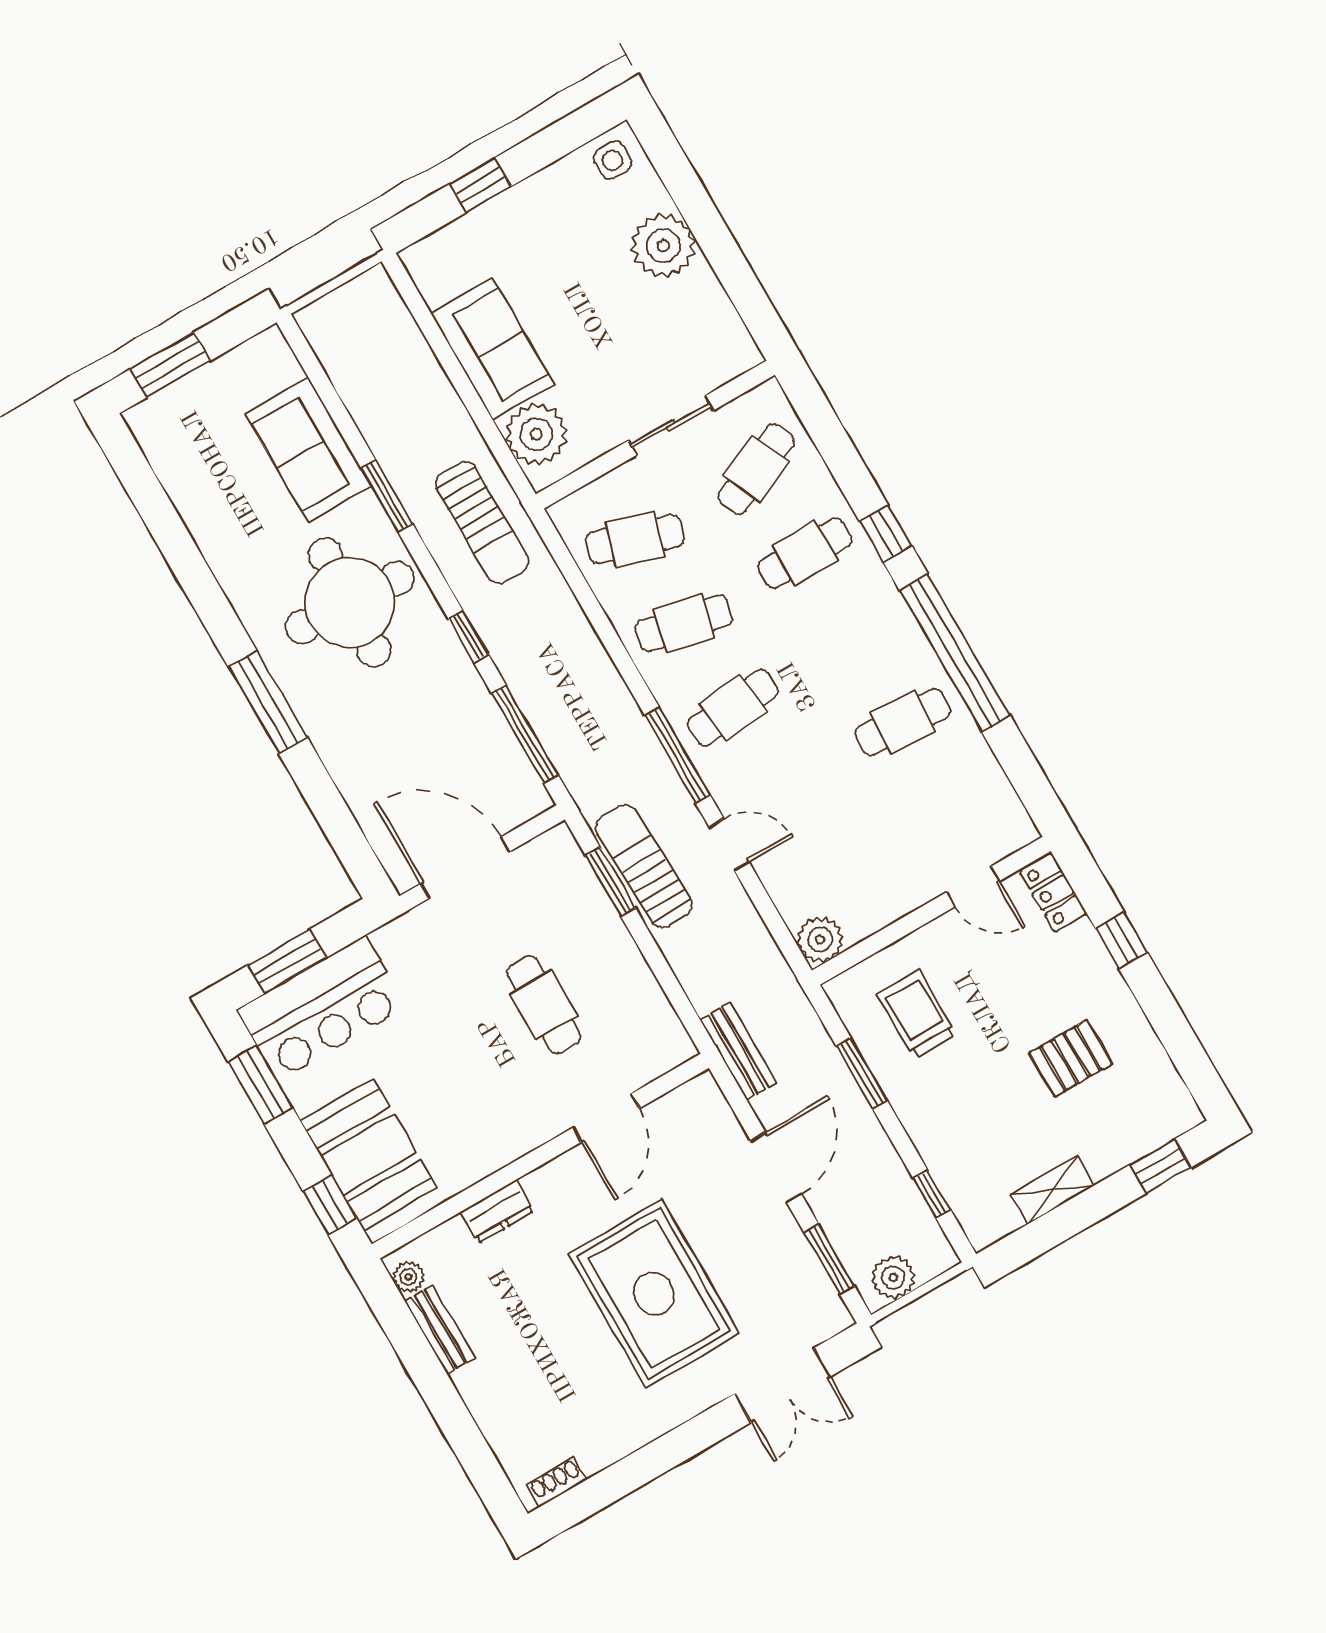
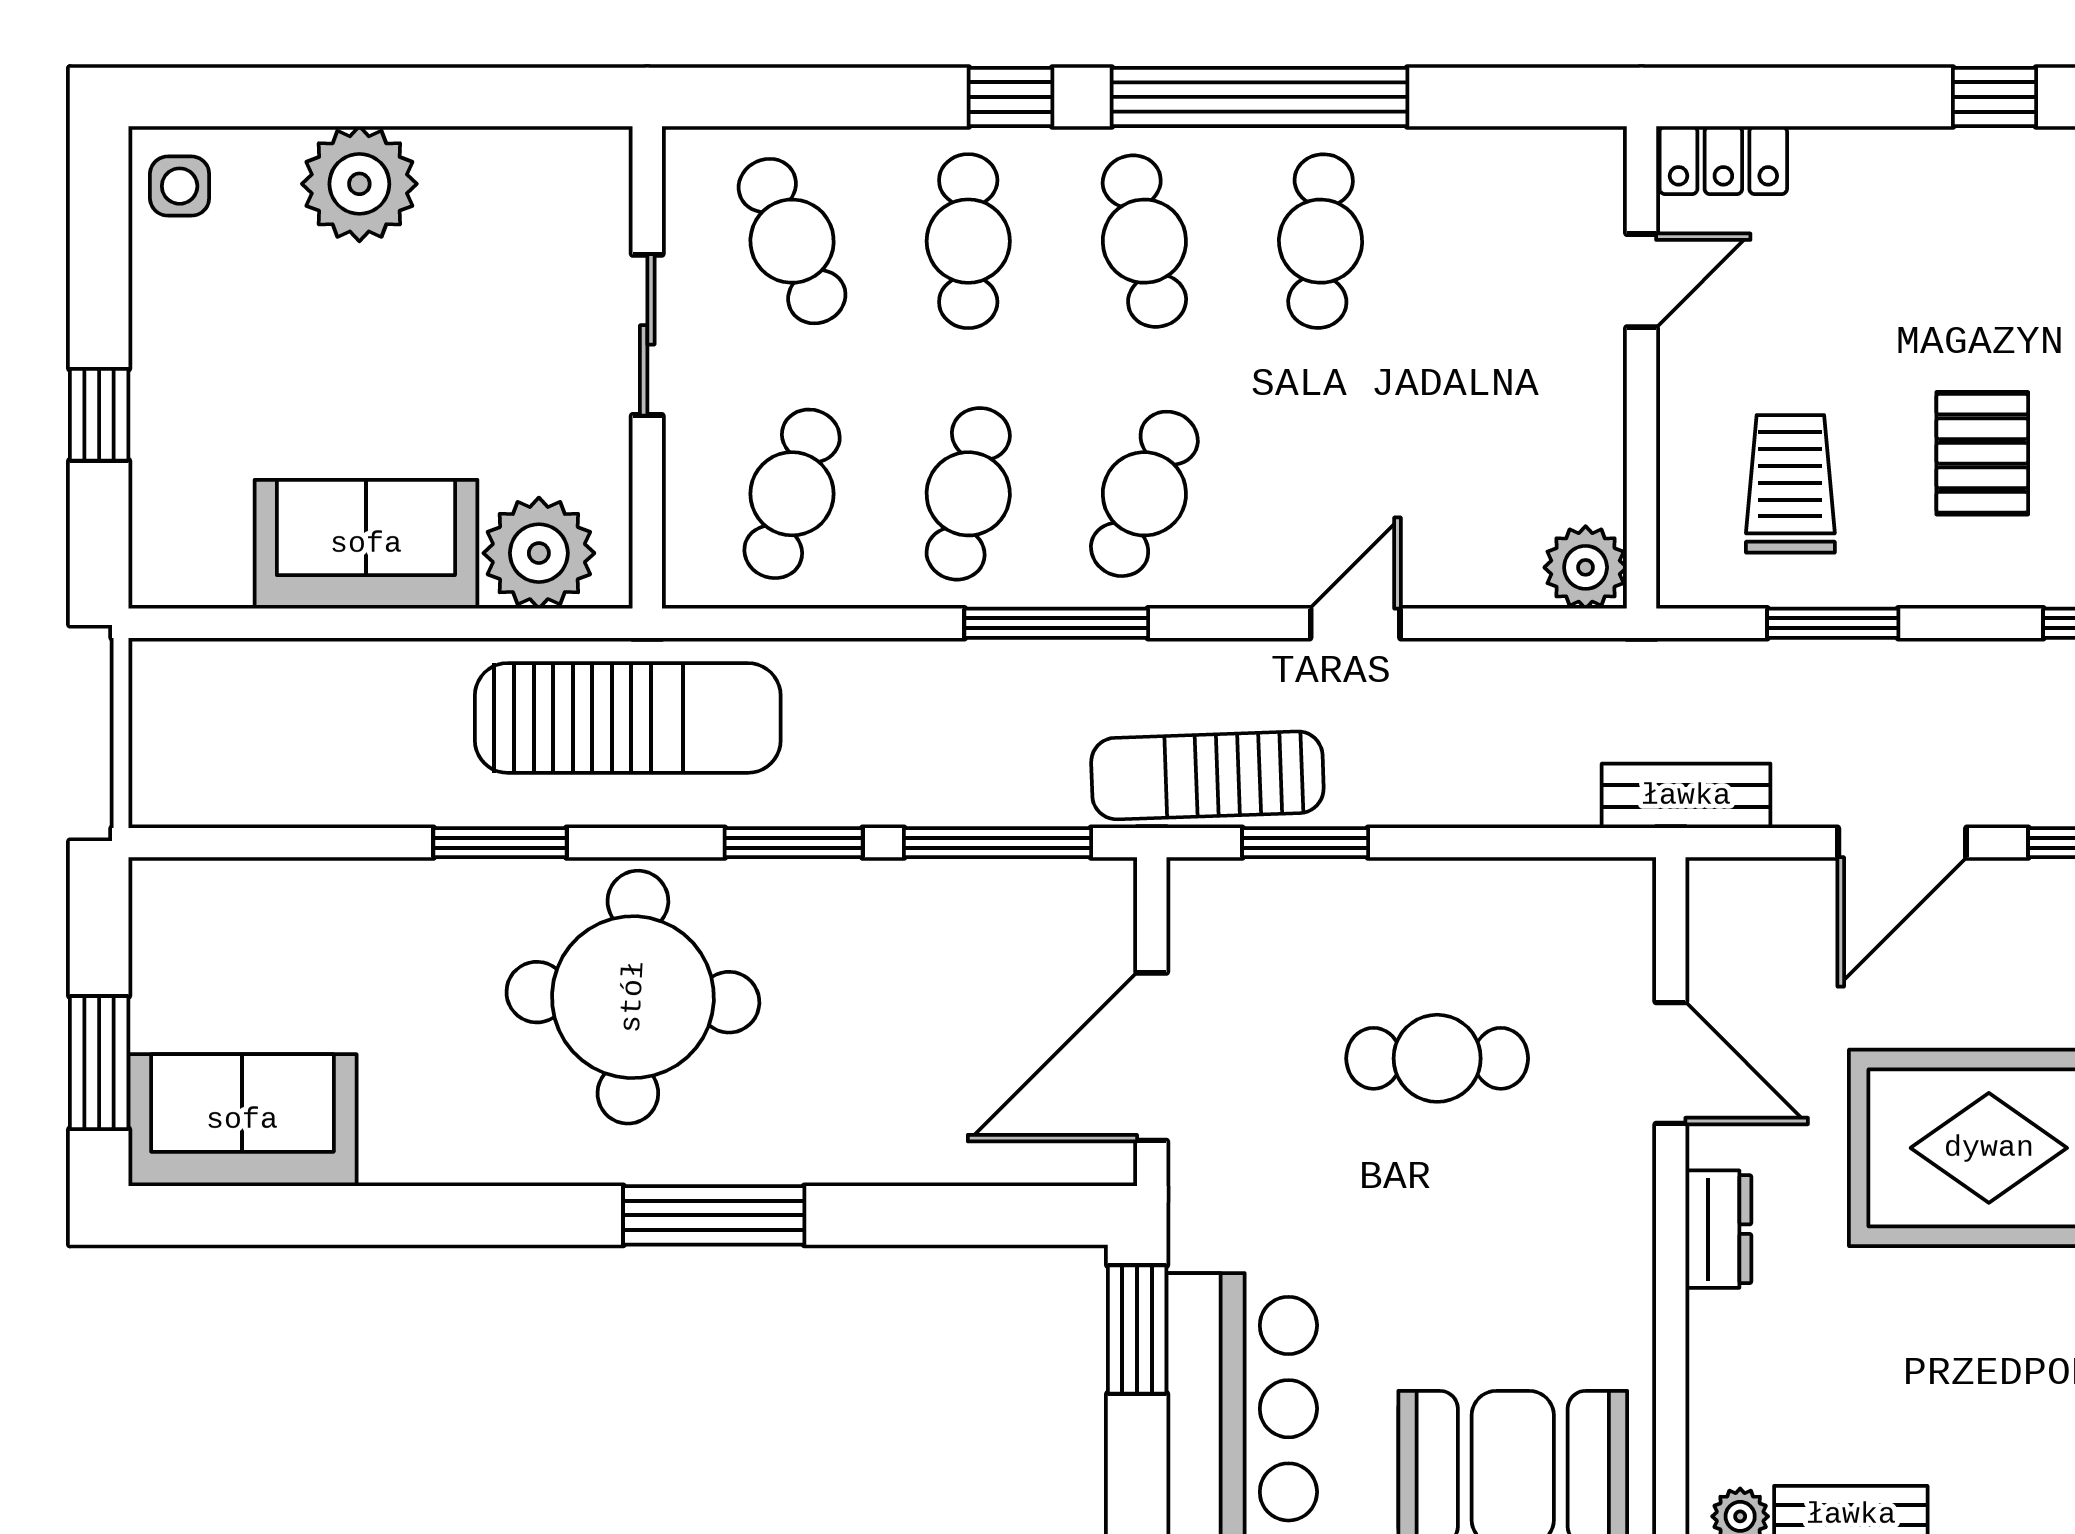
sofa: (308, 450) -> (242, 1120), moved, turned 180
sun lounger: (482, 523) -> (628, 718), width x1.36, depth x1.34
window: (468, 637) -> (794, 843), width x1.50
cafe table: (854, 638) -> (1144, 241), added
cafe table: (733, 708) -> (1144, 494), turned 30
window: (677, 755) -> (1056, 623), moved
sun lounger: (644, 866) -> (1207, 775), moved
window: (1122, 941) -> (1994, 97), moved
window: (287, 962) -> (1137, 1330), moved
trolley: (917, 1014) -> (1790, 484), turned 90
pallet: (1071, 1058) -> (1982, 453), moved
door: (776, 1168) -> (1902, 843), swing flipped
dresser: (497, 1212) -> (1718, 1229), moved

